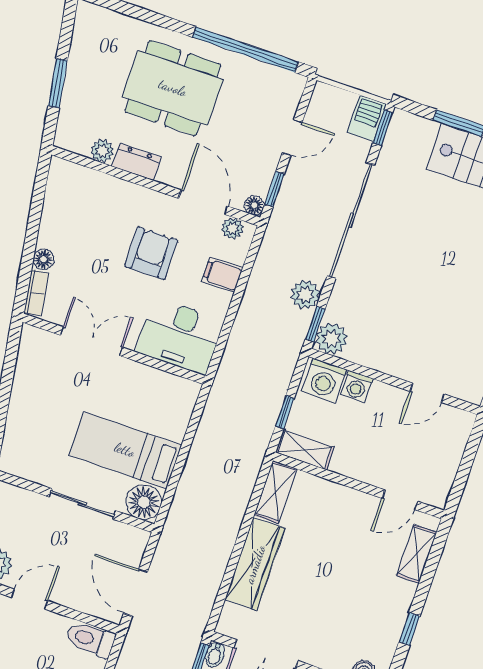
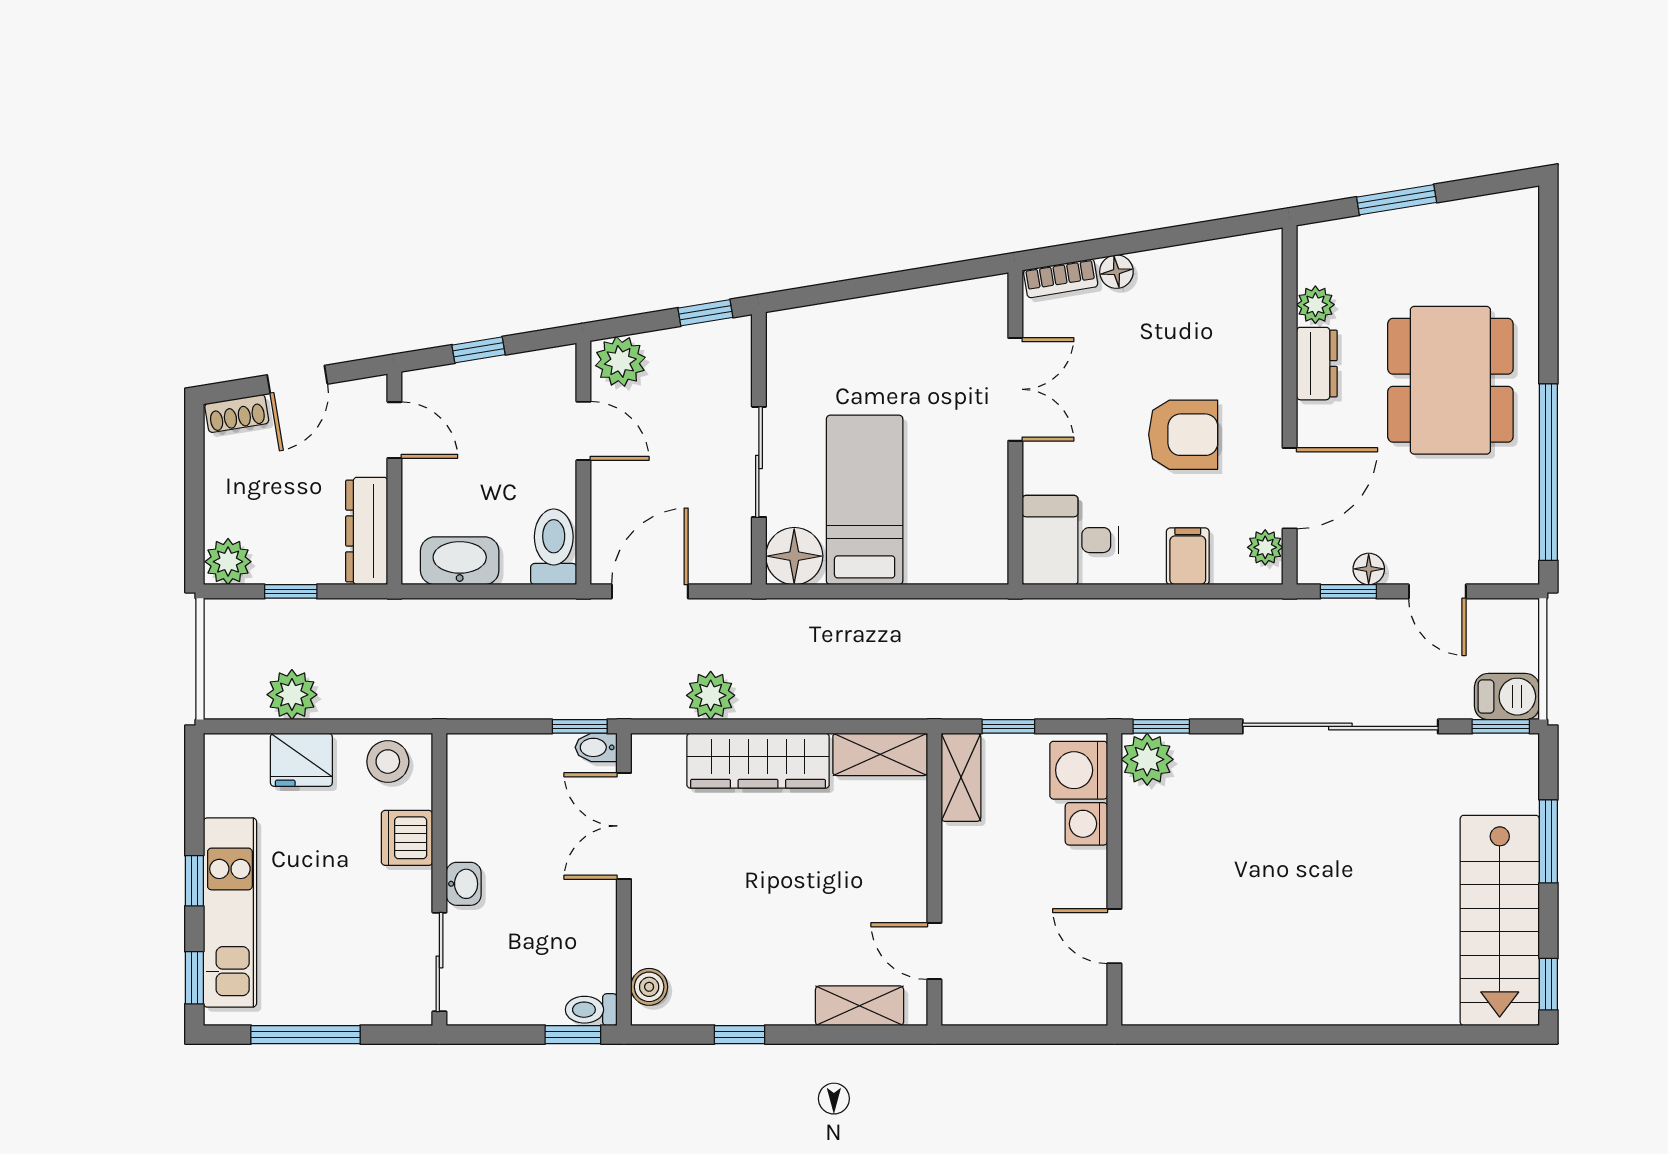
floor lamp: (254, 205) -> (1369, 569), moved
plant: (305, 295) -> (711, 695), moved
desk: (180, 336) -> (1070, 540), width x0.73

